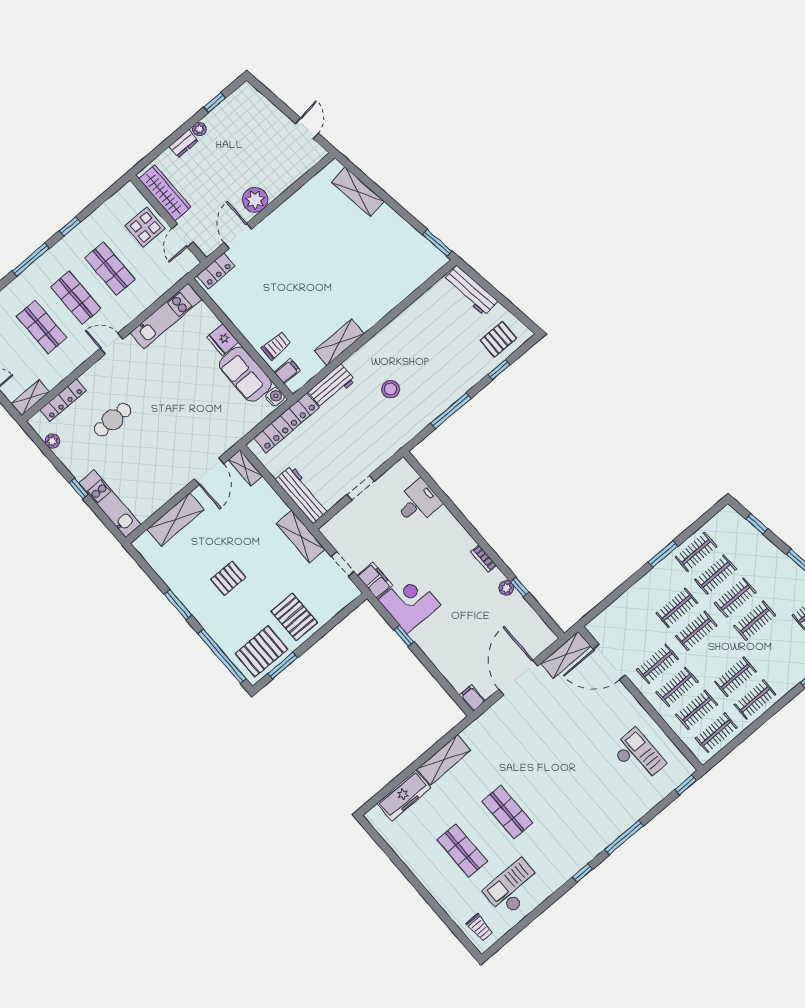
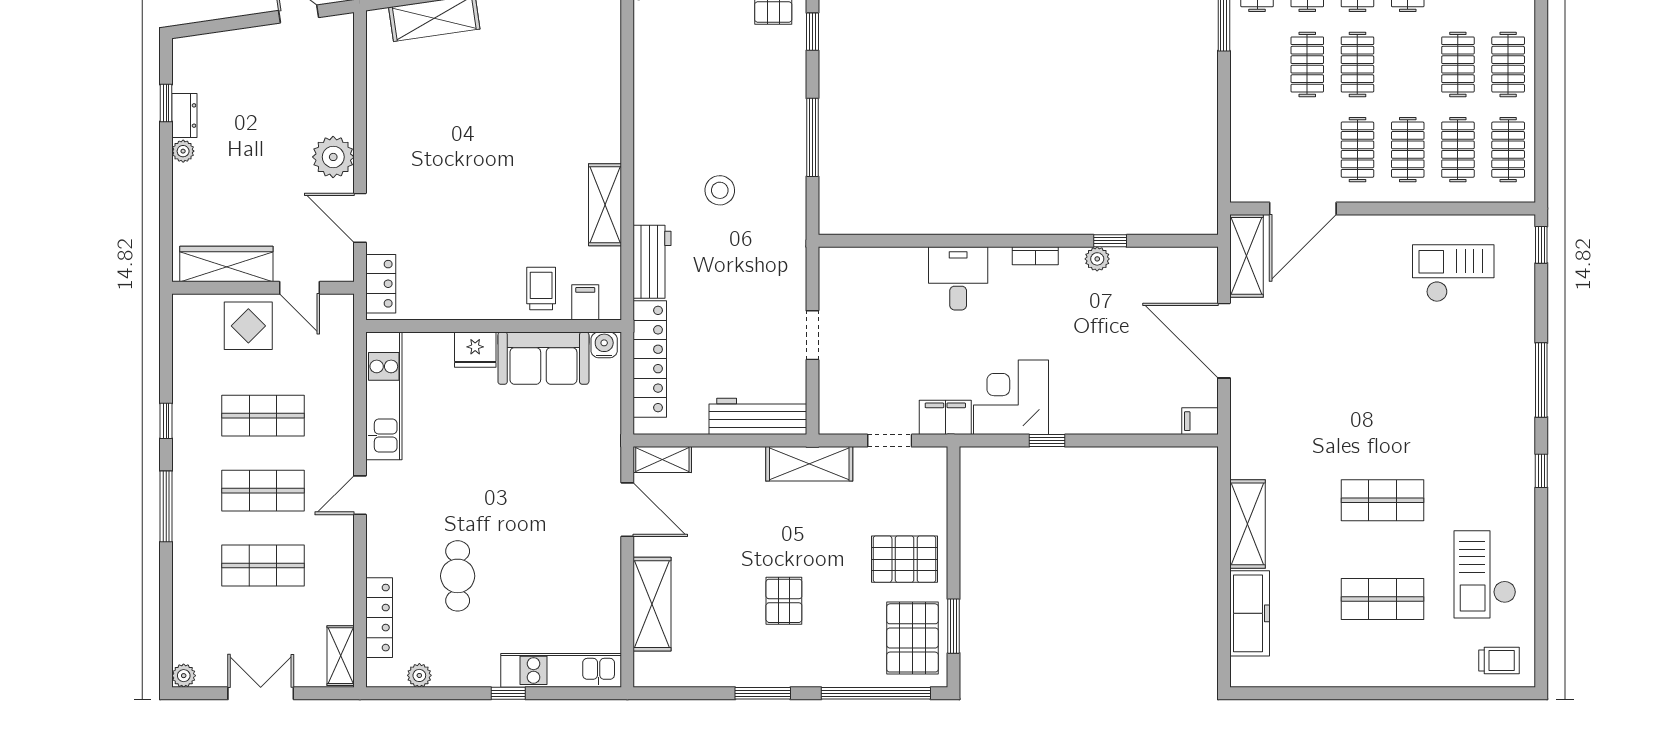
dresser: (184, 144) -> (184, 116), moved
desk: (418, 502) -> (958, 278), moved

